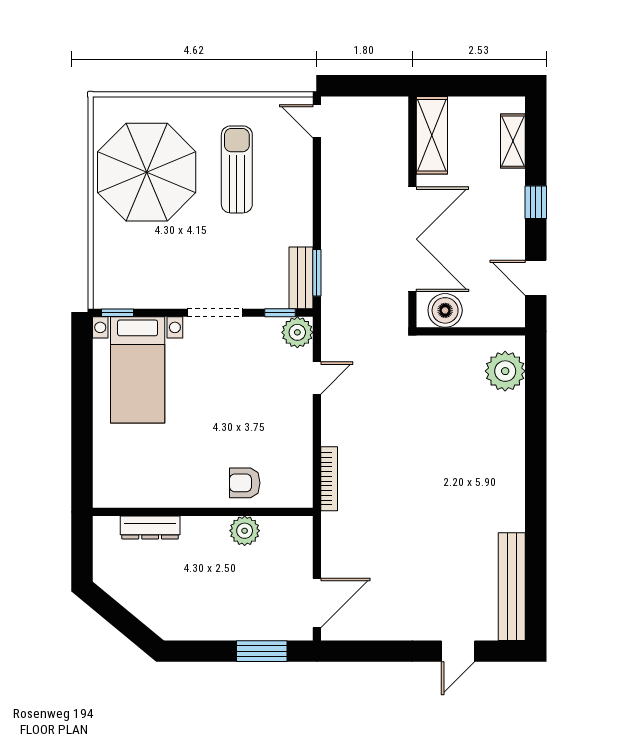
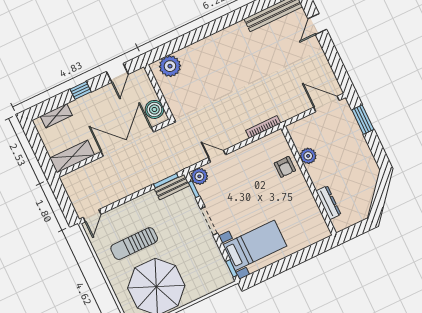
door: (458, 651) -> (317, 24), swing flipped

